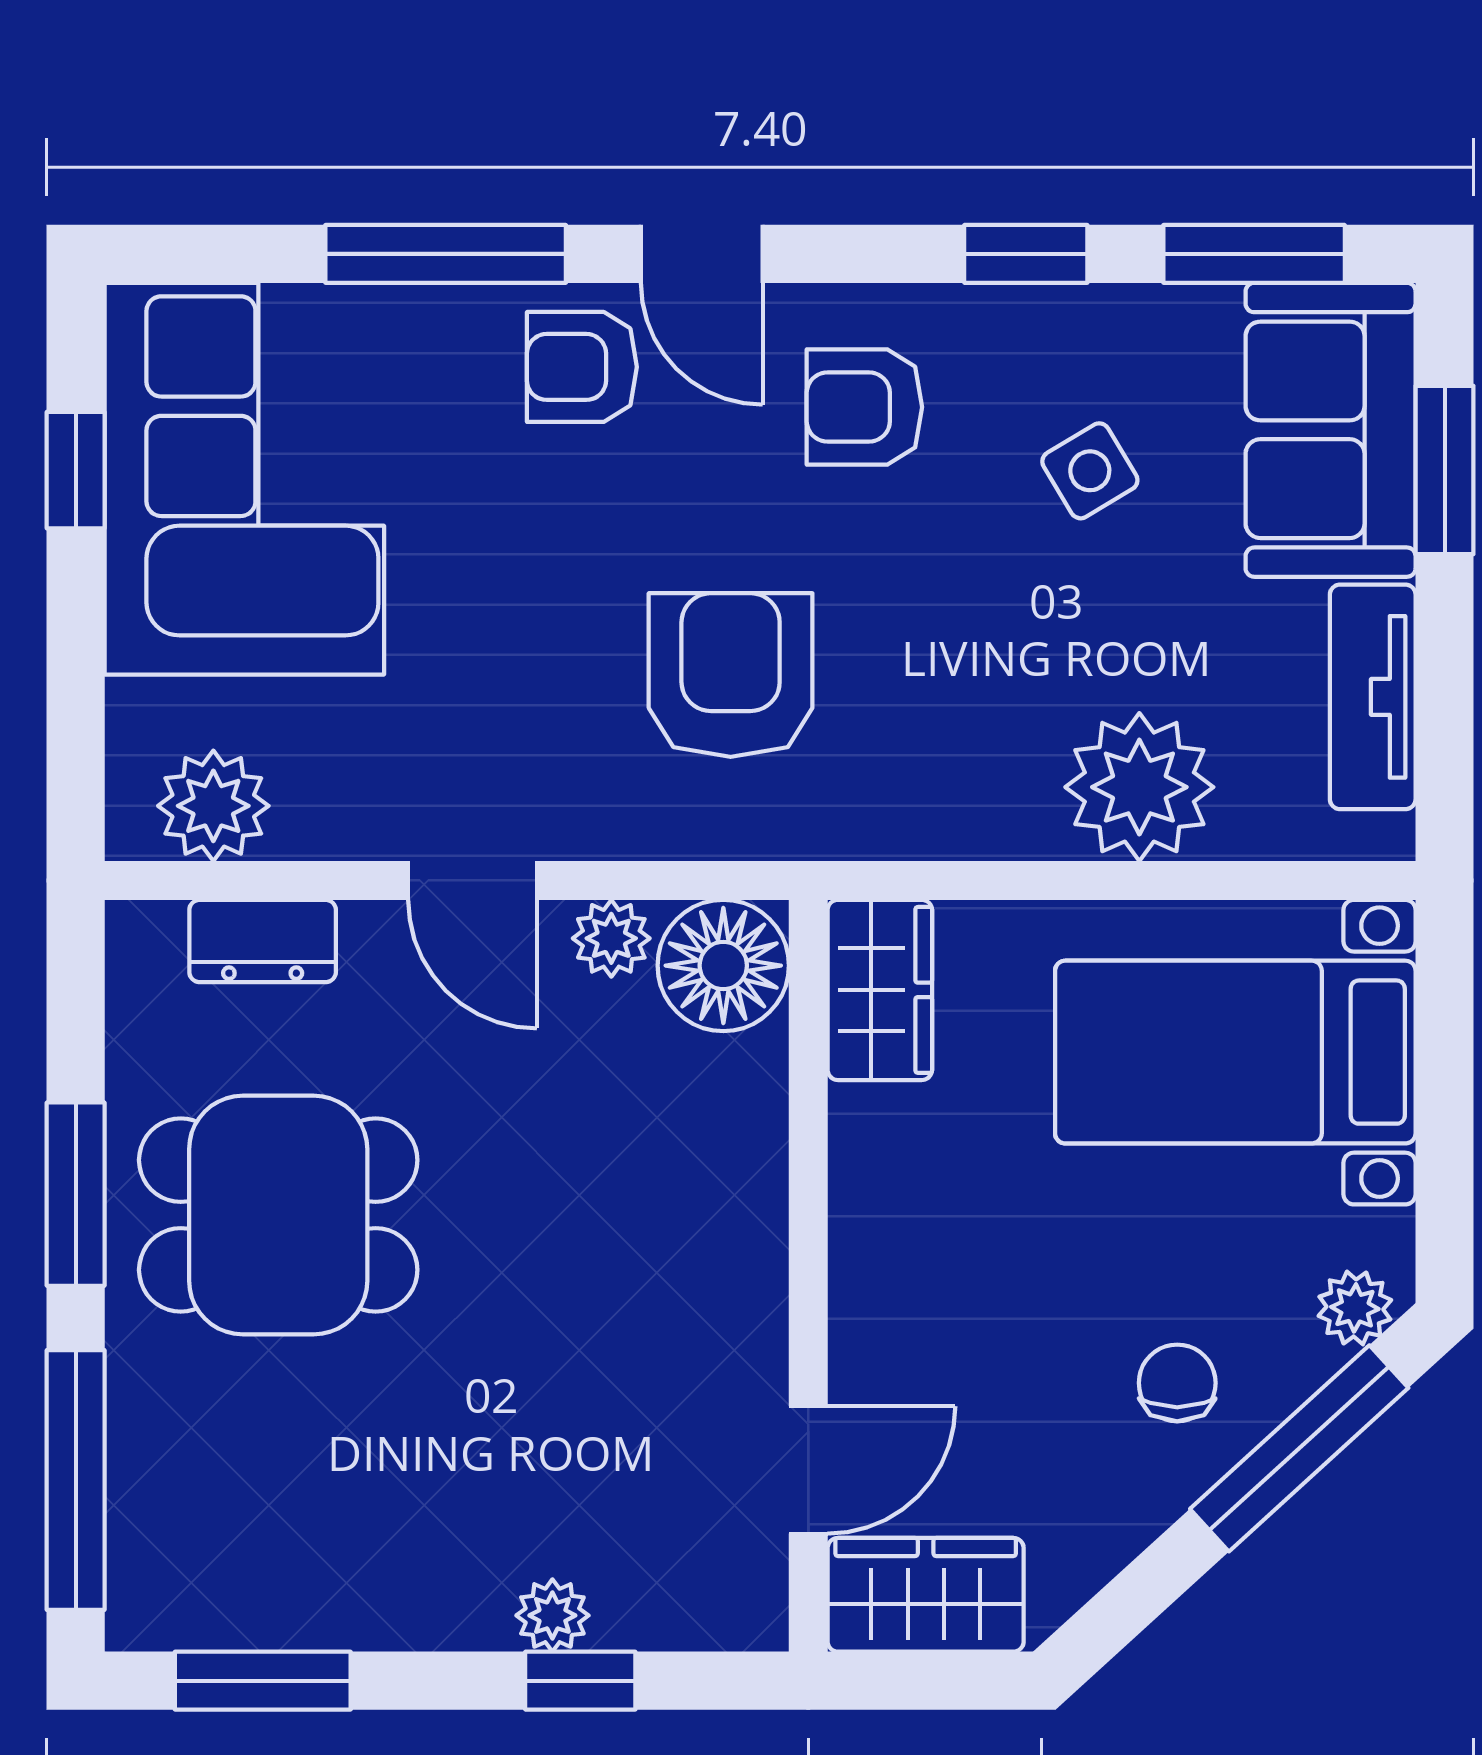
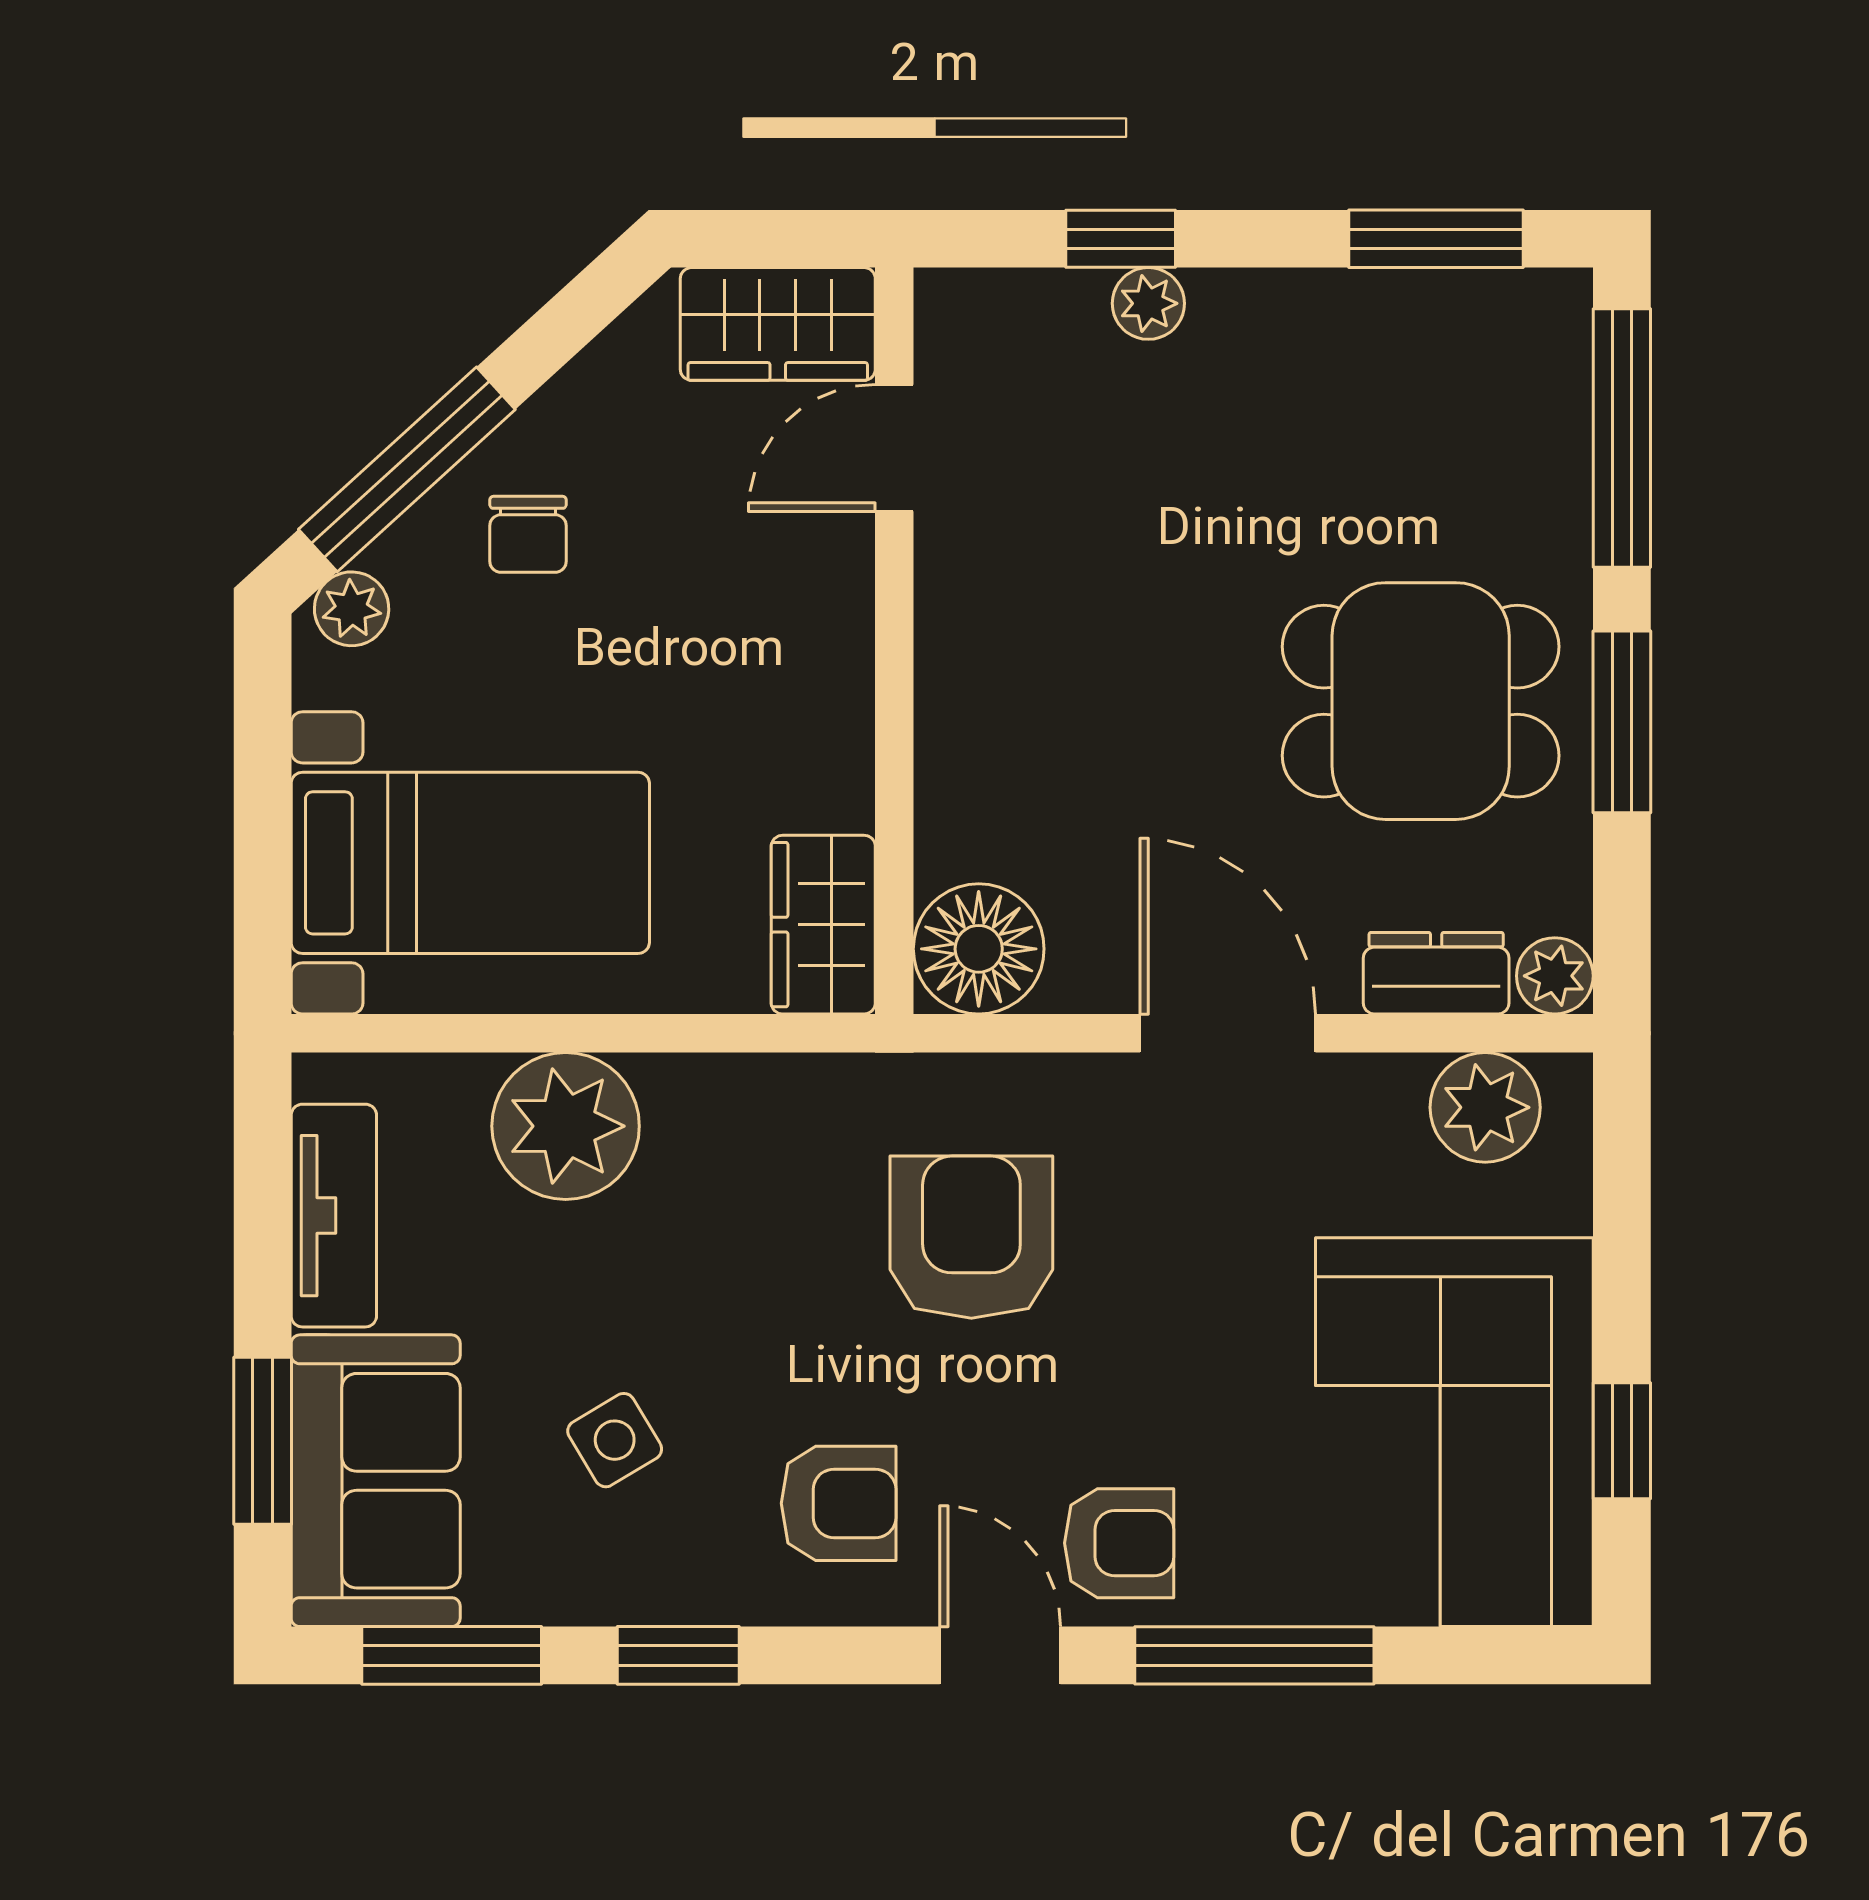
armchair: (731, 675) -> (971, 1237), turned 180
door: (473, 880) -> (1228, 1033), width x1.38
plant: (611, 938) -> (1555, 976), moved

